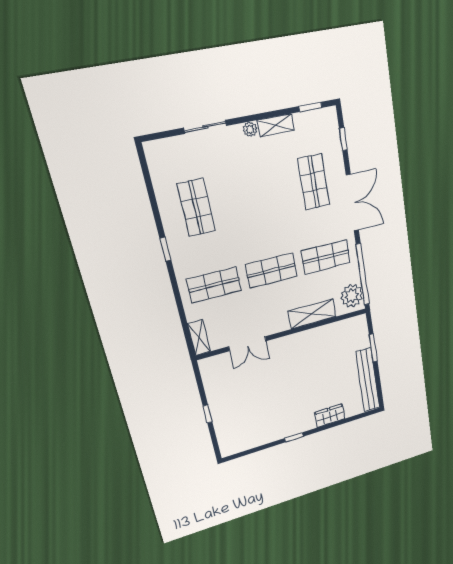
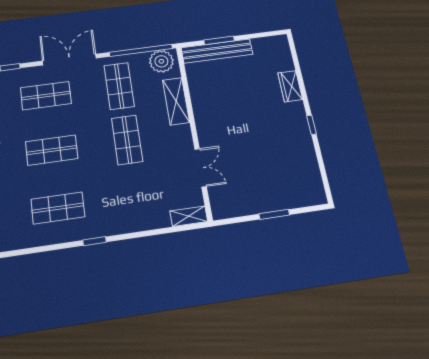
shop shelf: (214, 285) -> (52, 150), moved, turned 90
bench: (368, 380) -> (217, 51), moved
window: (208, 414) -> (274, 214), width x1.50

